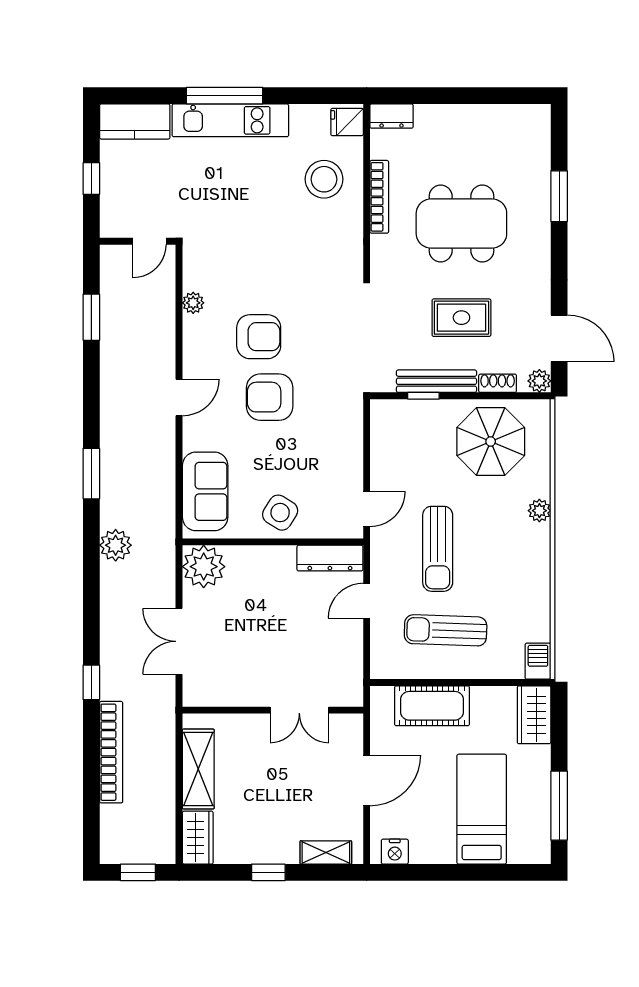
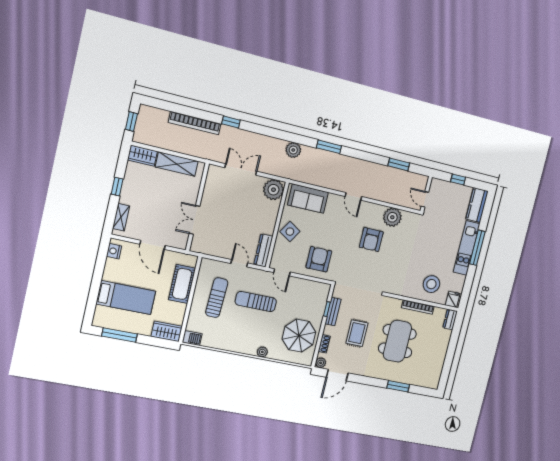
plant: (193, 303) -> (392, 217), width x1.87, depth x1.87
bench: (436, 381) -> (333, 311), width x0.73
armchair: (270, 397) -> (319, 259), moved

